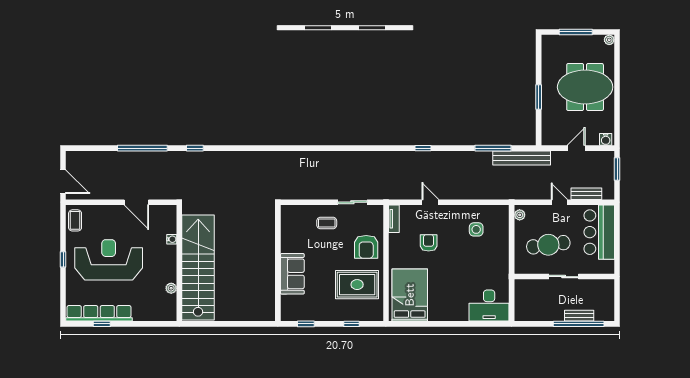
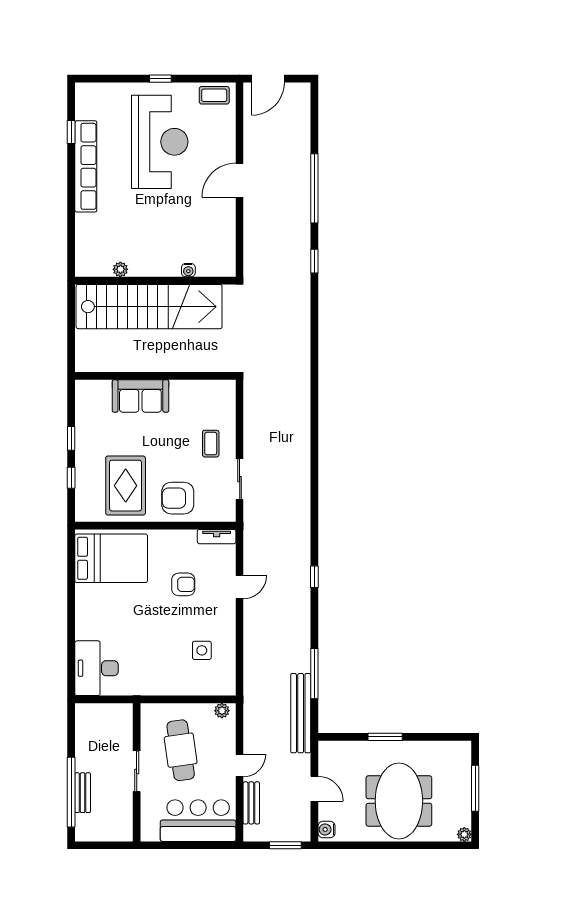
water cooler: (172, 239) -> (188, 270), moved
wall: (179, 263) -> (155, 281), moved
stairs: (198, 268) -> (149, 307), moved
plant: (171, 288) -> (120, 269), moved
row of seats: (99, 313) -> (86, 166), moved
window: (306, 324) -> (71, 438), moved

